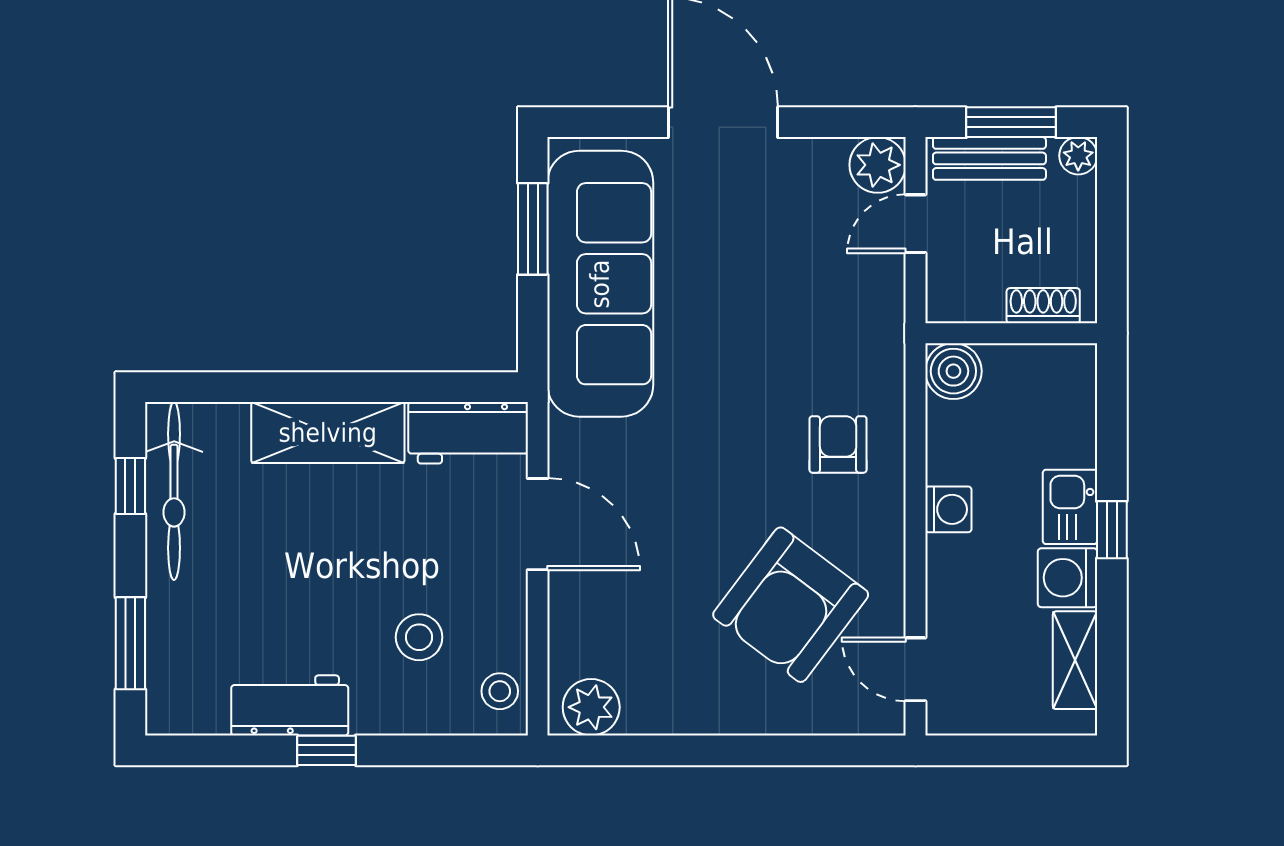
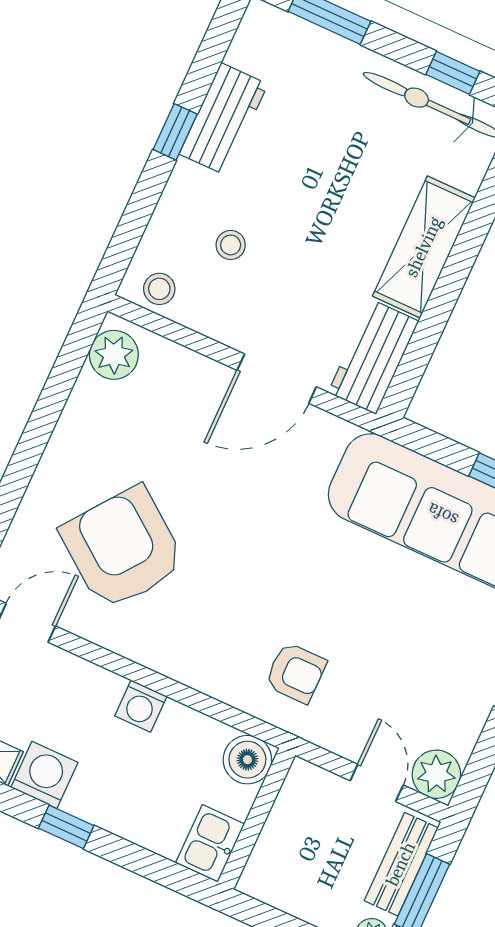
shoe rack: (1043, 306) -> (267, 854), removed
armchair: (838, 444) -> (296, 673), moved
kitchen sink: (1070, 507) -> (210, 843), moved, turned -90
stool: (419, 637) -> (231, 245), width x0.73, depth x0.73

